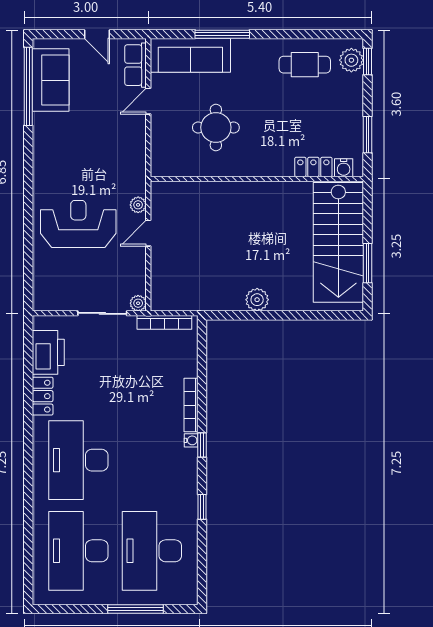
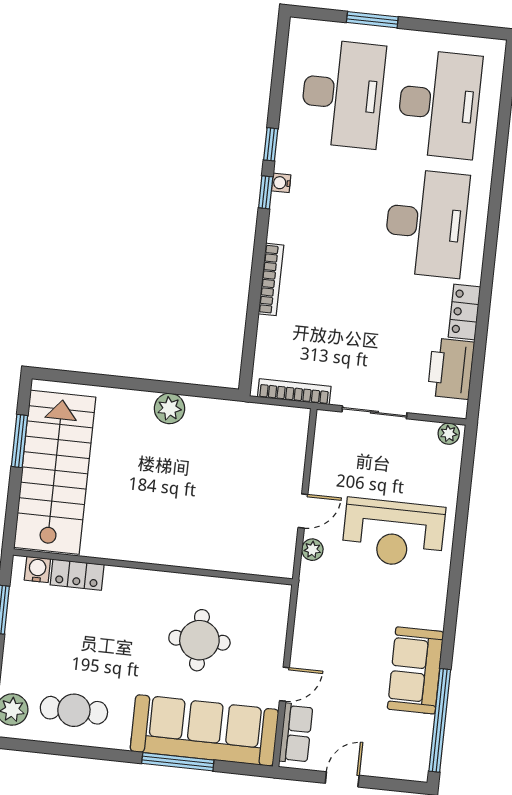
door: (97, 34) -> (342, 779), hinge flipped
sofa: (190, 55) -> (204, 730), width x1.36, depth x1.27
sofa: (51, 80) -> (415, 670), moved
plant: (138, 303) -> (449, 434), moved
water cooler: (191, 440) -> (281, 183), moved
window: (202, 445) -> (266, 192), moved
window: (136, 609) -> (372, 20), width x0.69

